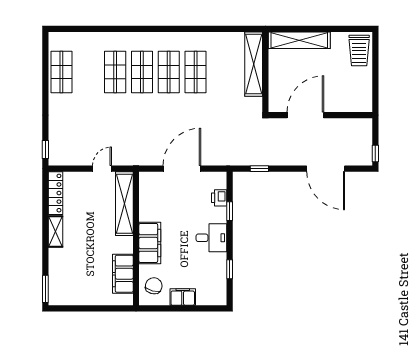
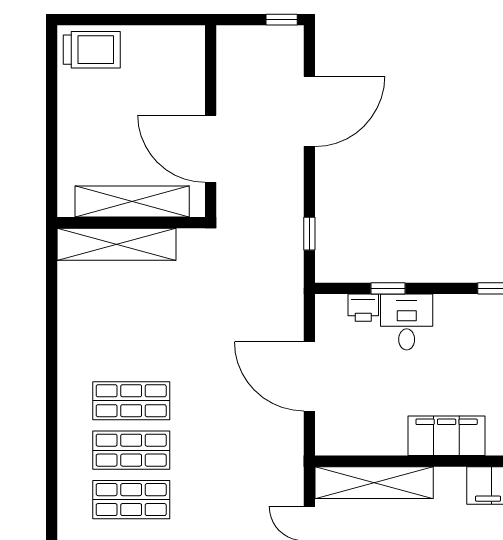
shelving: (299, 40) -> (132, 202), moved, turned 90
shop shelf: (196, 72) -> (131, 351), removed
desk: (211, 238) -> (407, 322), moved

